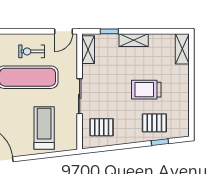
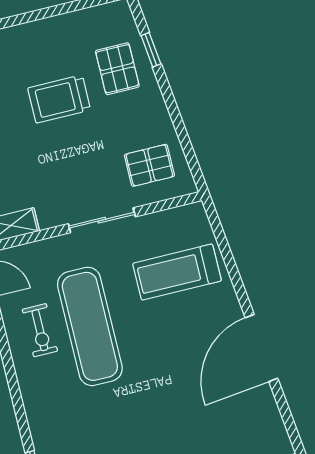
trolley: (146, 90) -> (59, 99), turned 90
pallet: (102, 127) -> (149, 165), turned 90

